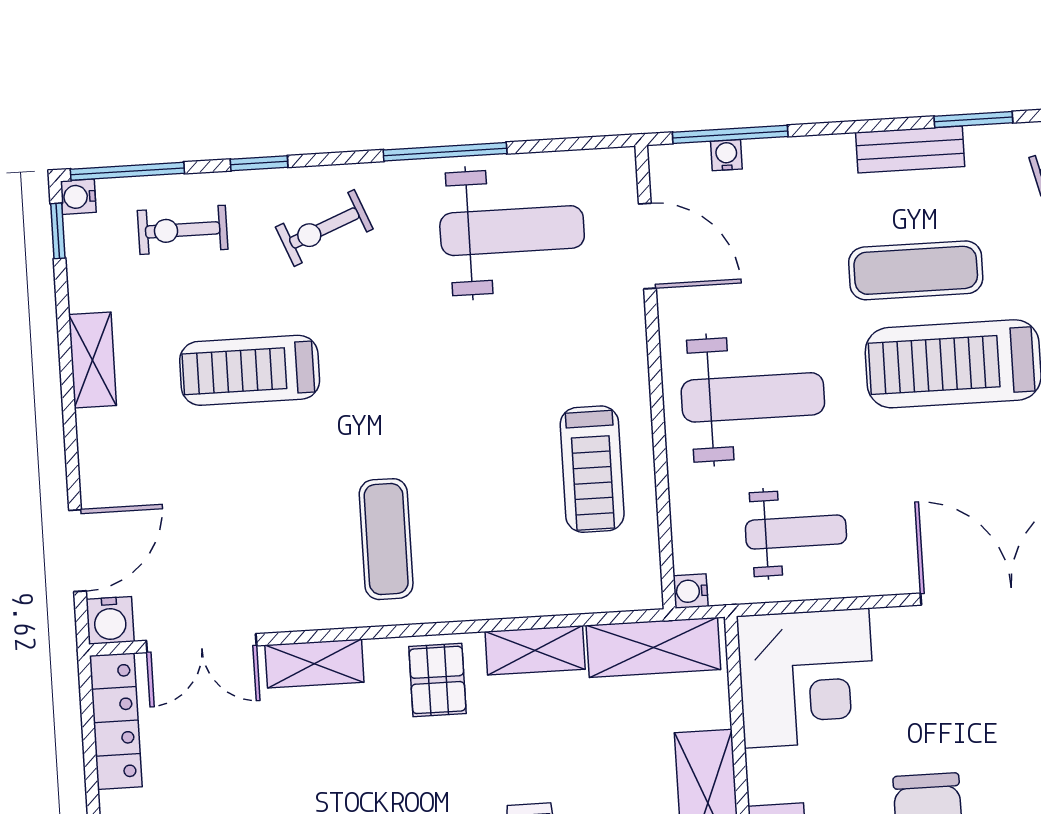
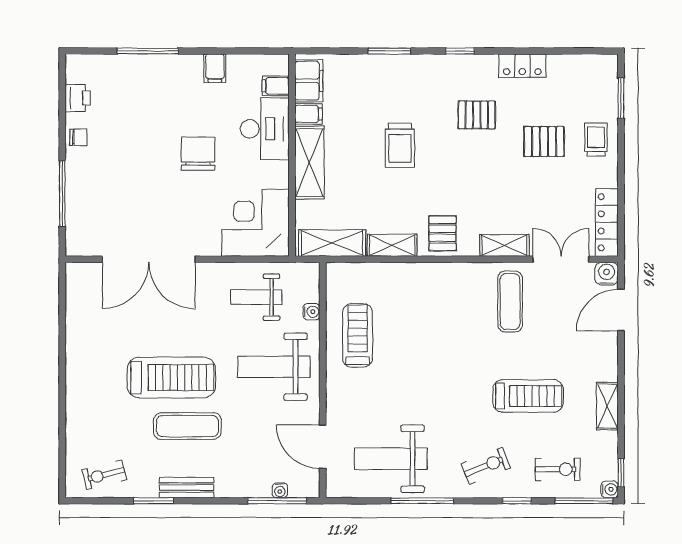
exercise mat: (386, 539) -> (510, 301), moved
water cooler: (691, 591) -> (311, 312), moved

